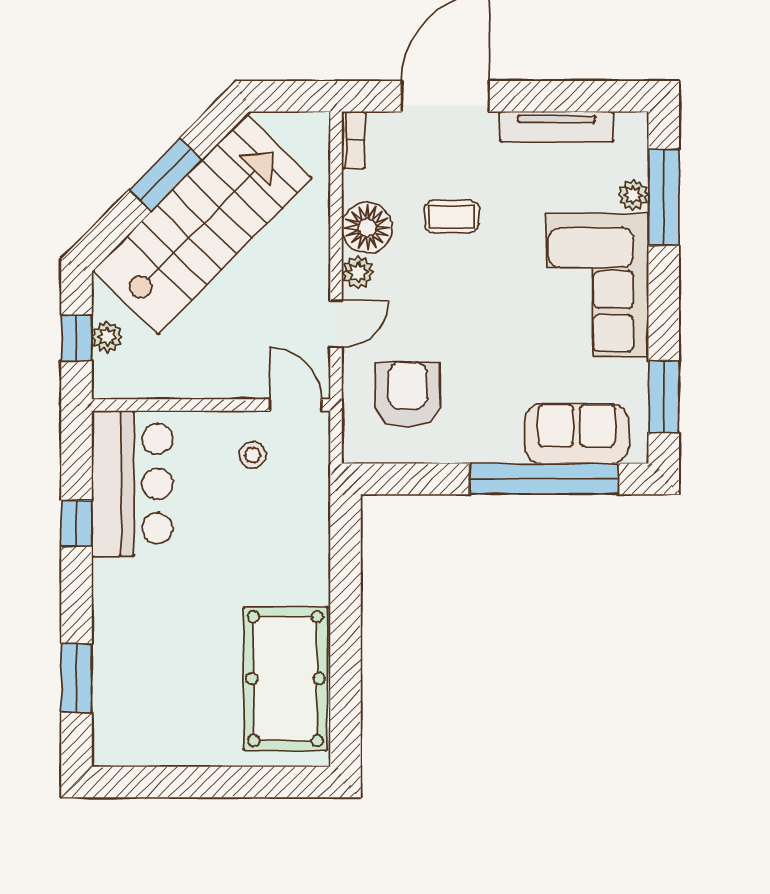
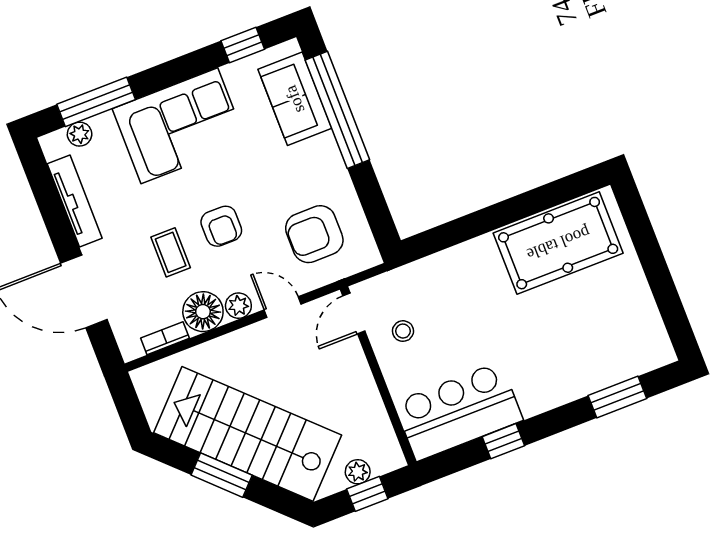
bookcase: (353, 140) -> (165, 338), moved
plant: (633, 195) -> (80, 134), moved
armchair: (460, 288) -> (221, 226), added
window: (664, 397) -> (243, 45), width x0.67

